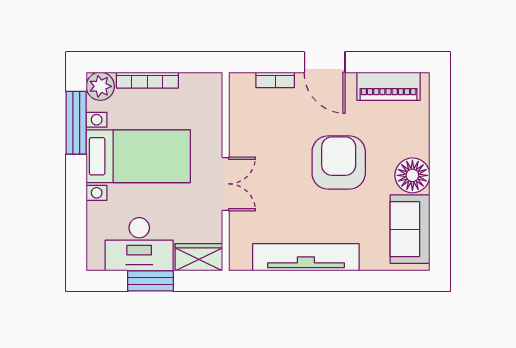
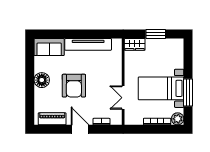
window: (76, 123) -> (188, 93), moved
double door: (226, 184) -> (123, 98), moved
sofa: (410, 229) -> (49, 47), moved, turned 90
desk: (139, 244) -> (161, 50), removed

